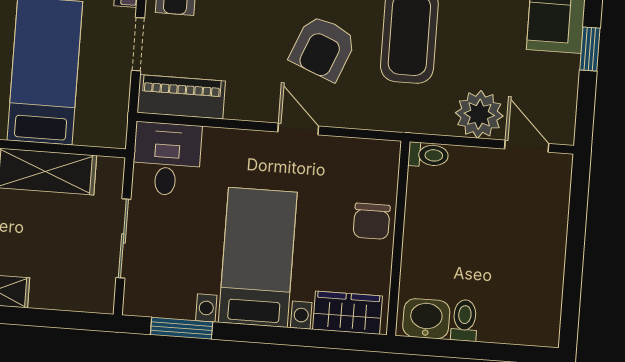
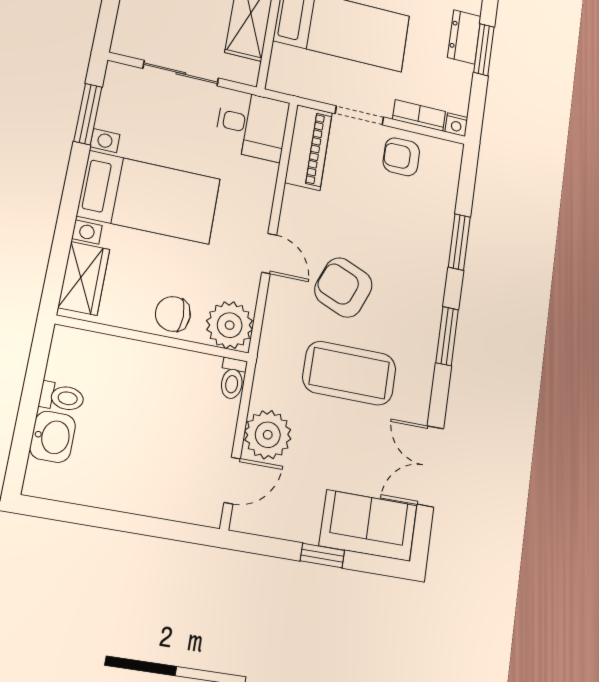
door: (298, 129) -> (269, 254), hinge flipped
plant: (376, 163) -> (230, 325), added
washbasin: (426, 319) -> (53, 437), moved

